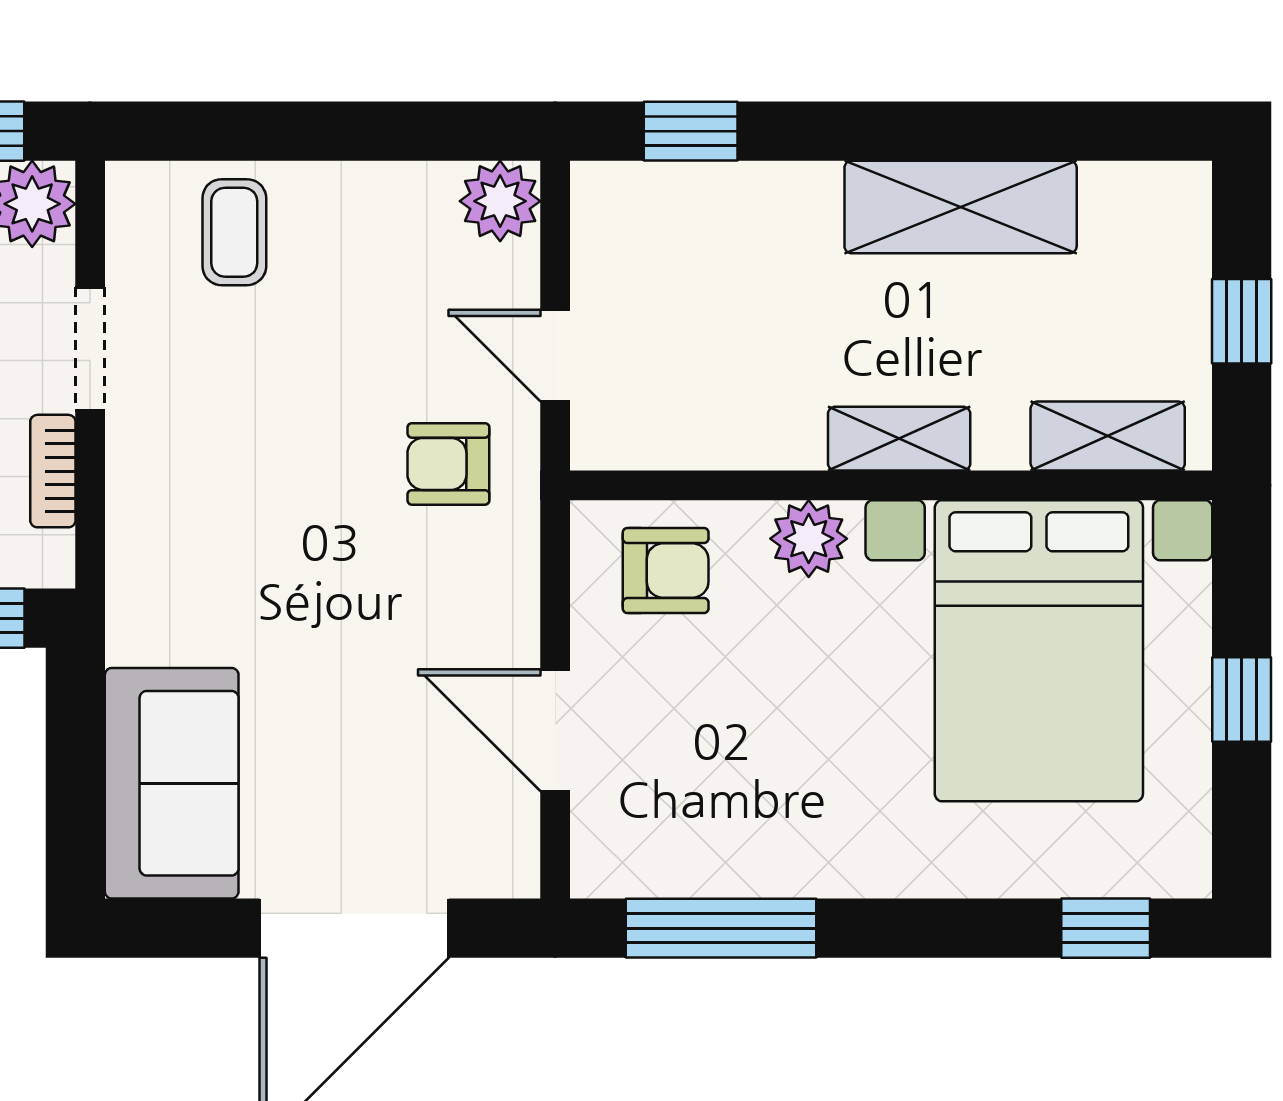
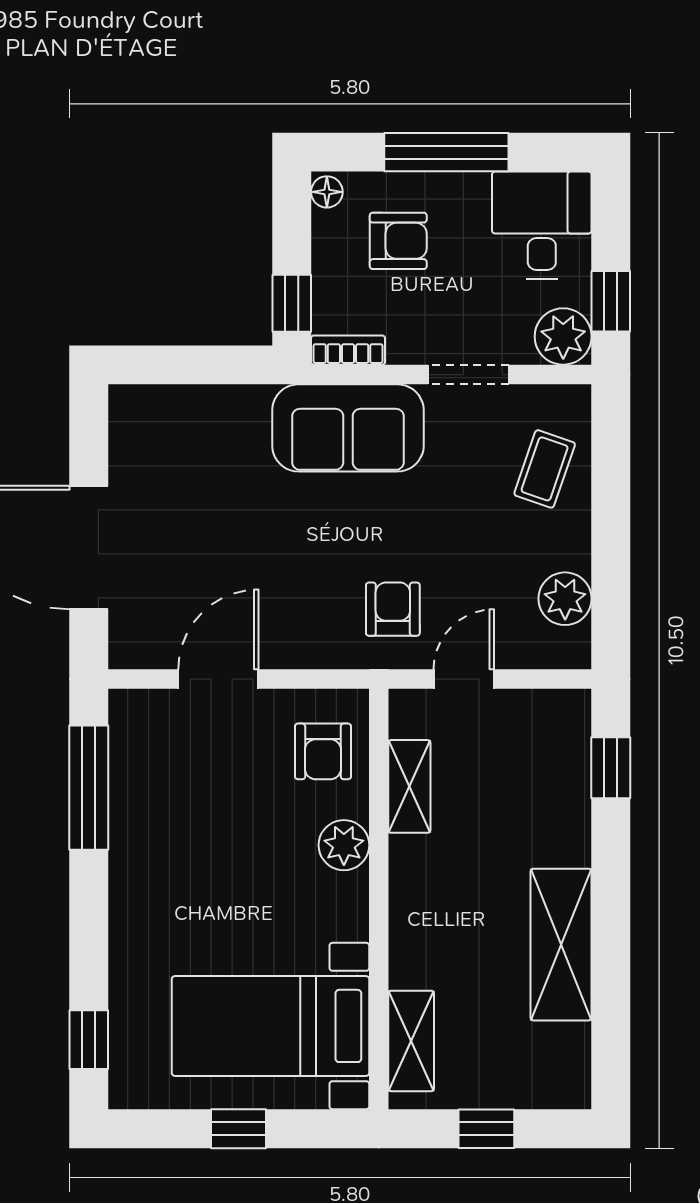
plant: (500, 201) -> (565, 599), moved
coffee table: (234, 232) -> (545, 469), turned -71
shelving: (899, 439) -> (409, 786), moved
bookcase: (53, 471) -> (348, 350), moved
bed with nightstands: (1039, 651) -> (270, 1026), width x0.73
sofa: (172, 783) -> (348, 428), moved

